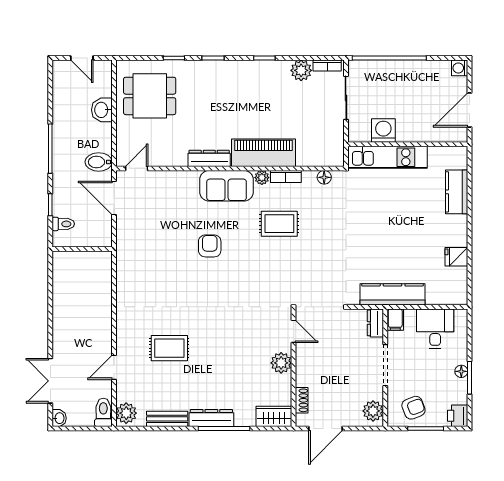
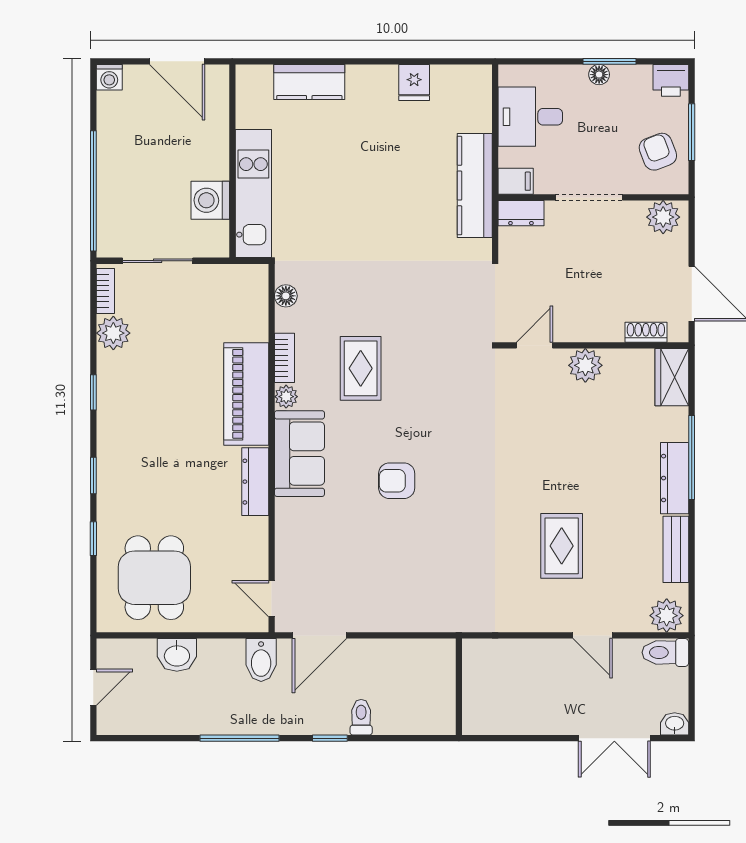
wall: (82, 249) -> (459, 687), moved

